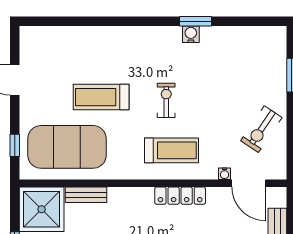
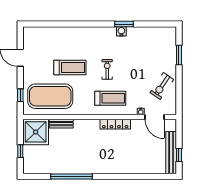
treadmill: (101, 97) -> (70, 68), turned 180

